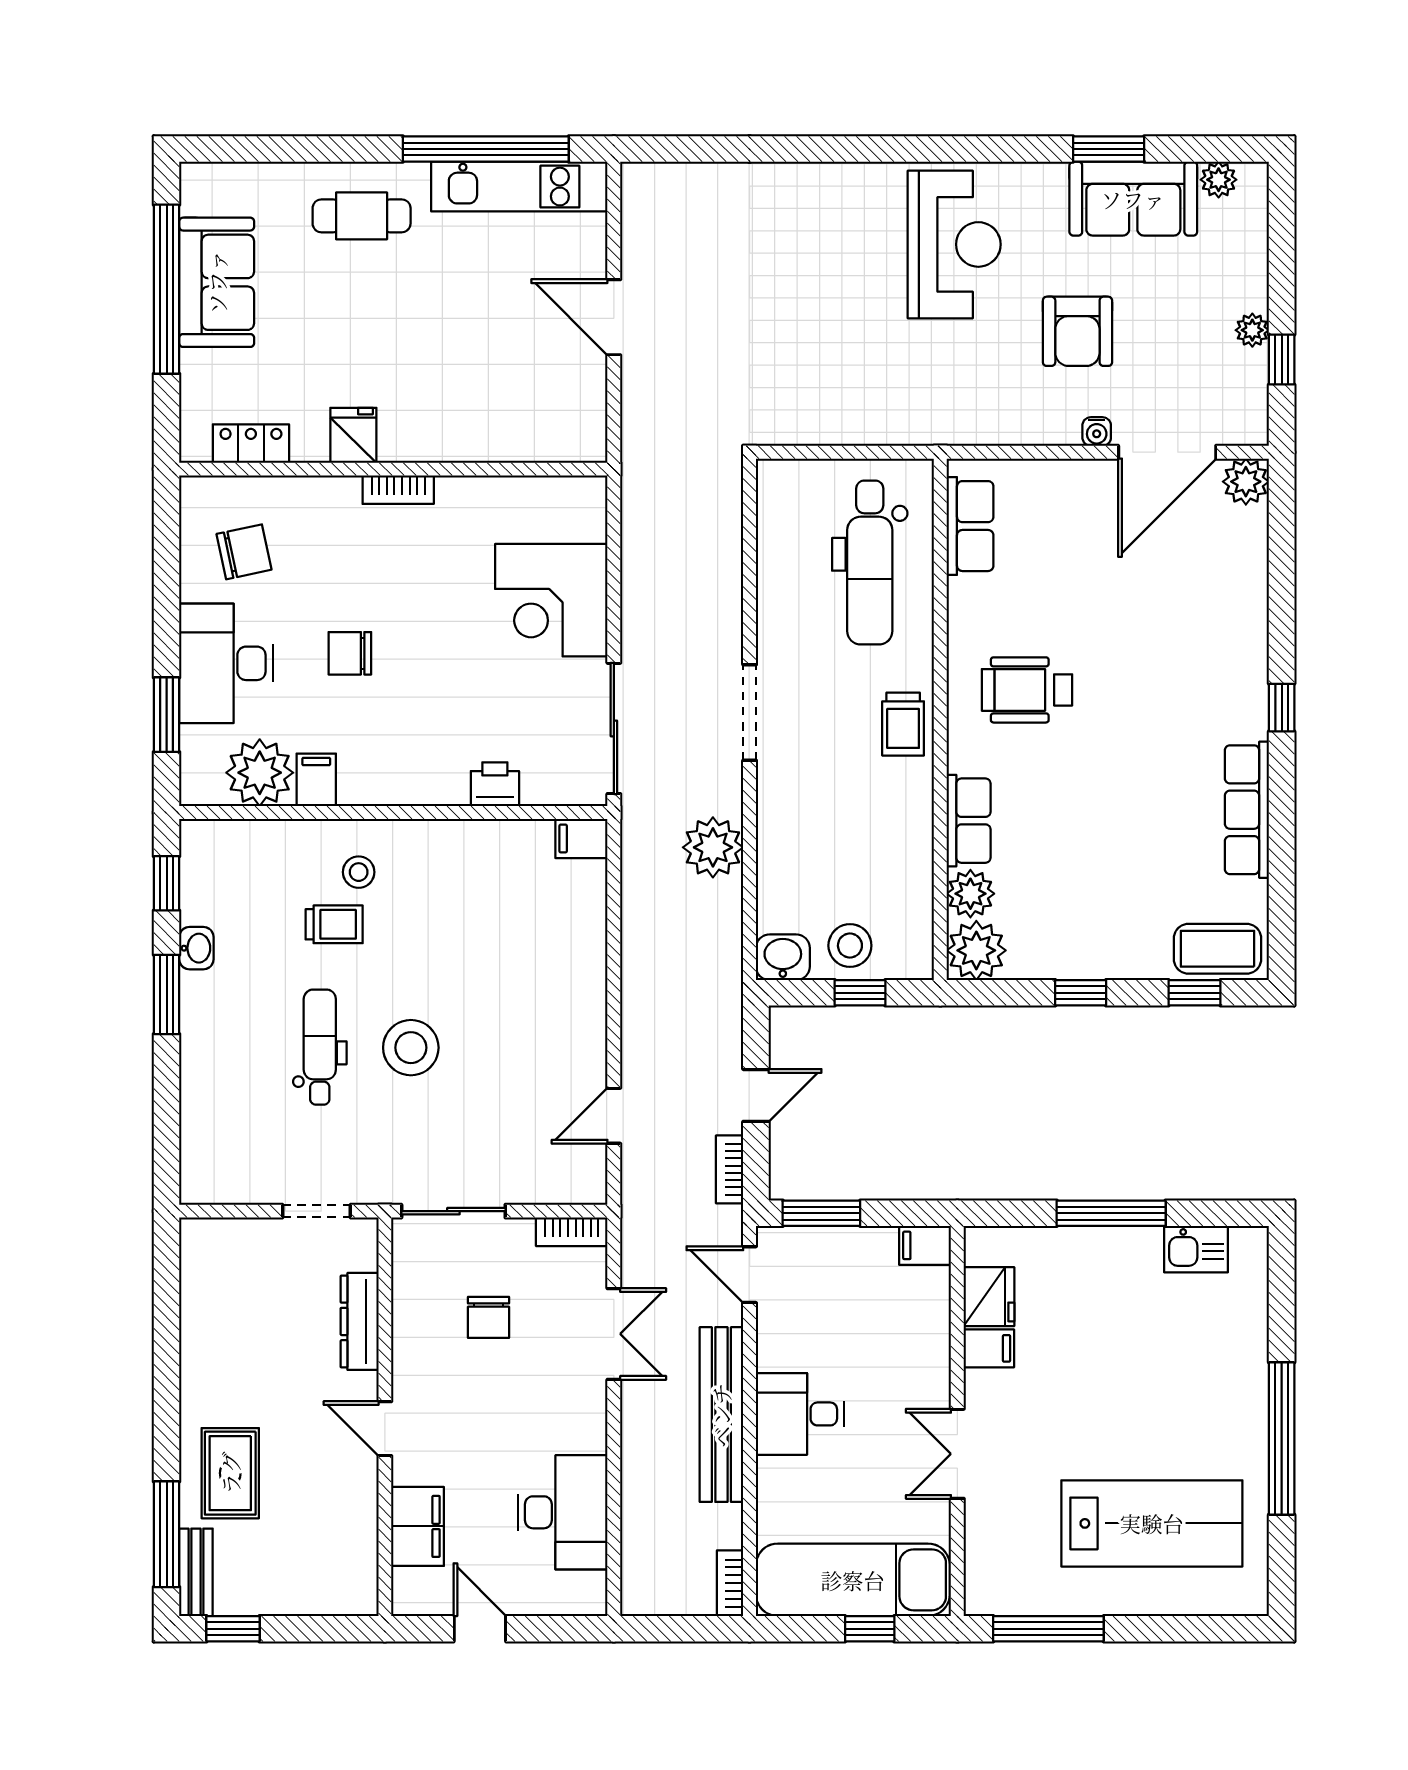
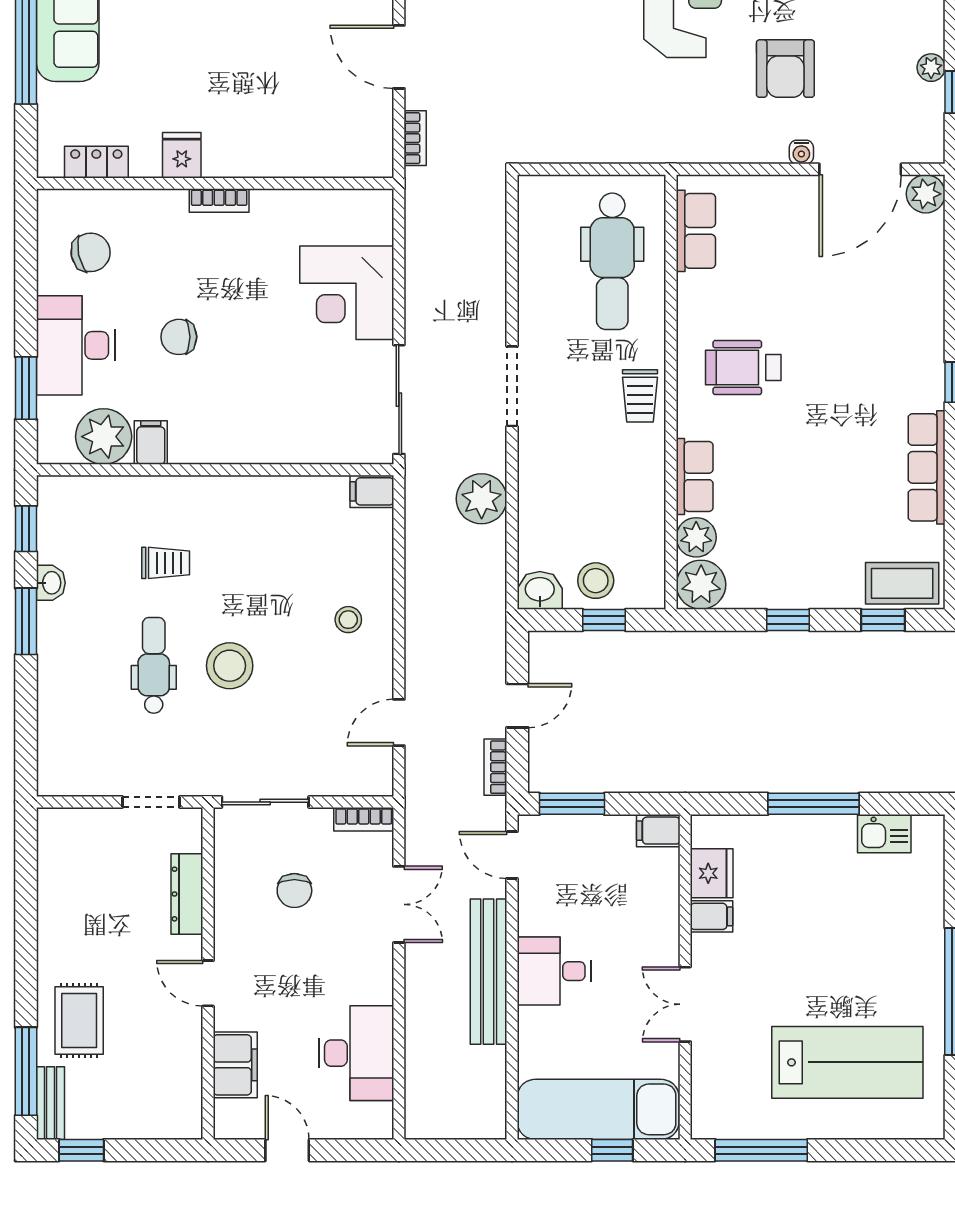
printer: (495, 784) -> (300, 446), removed
stool: (359, 872) -> (348, 620), moved
bookcase: (730, 1583) -> (415, 138), moved, turned 180

